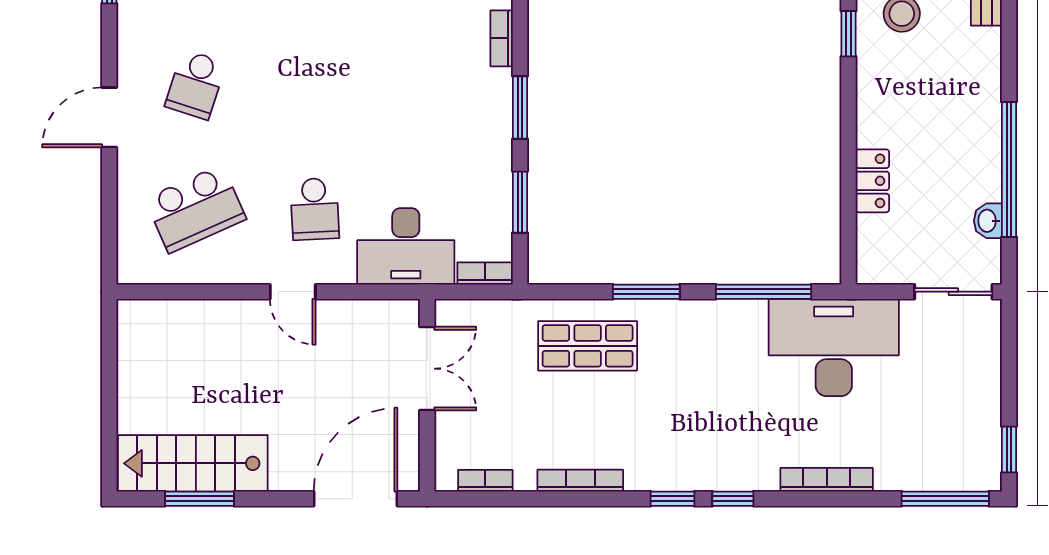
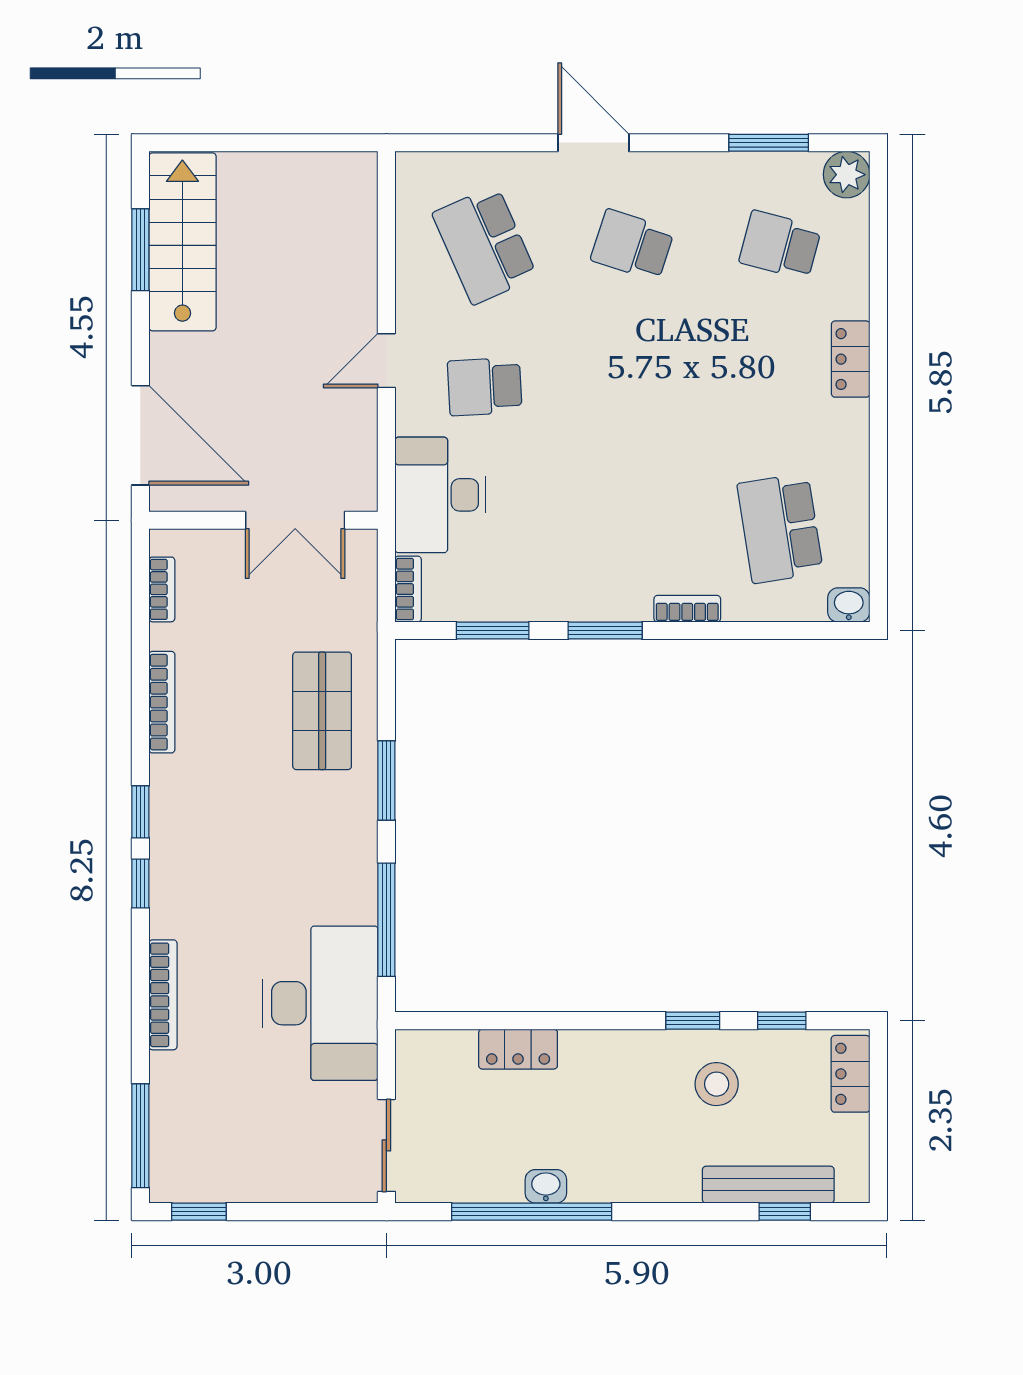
washbasin: (988, 221) -> (546, 1186), moved

